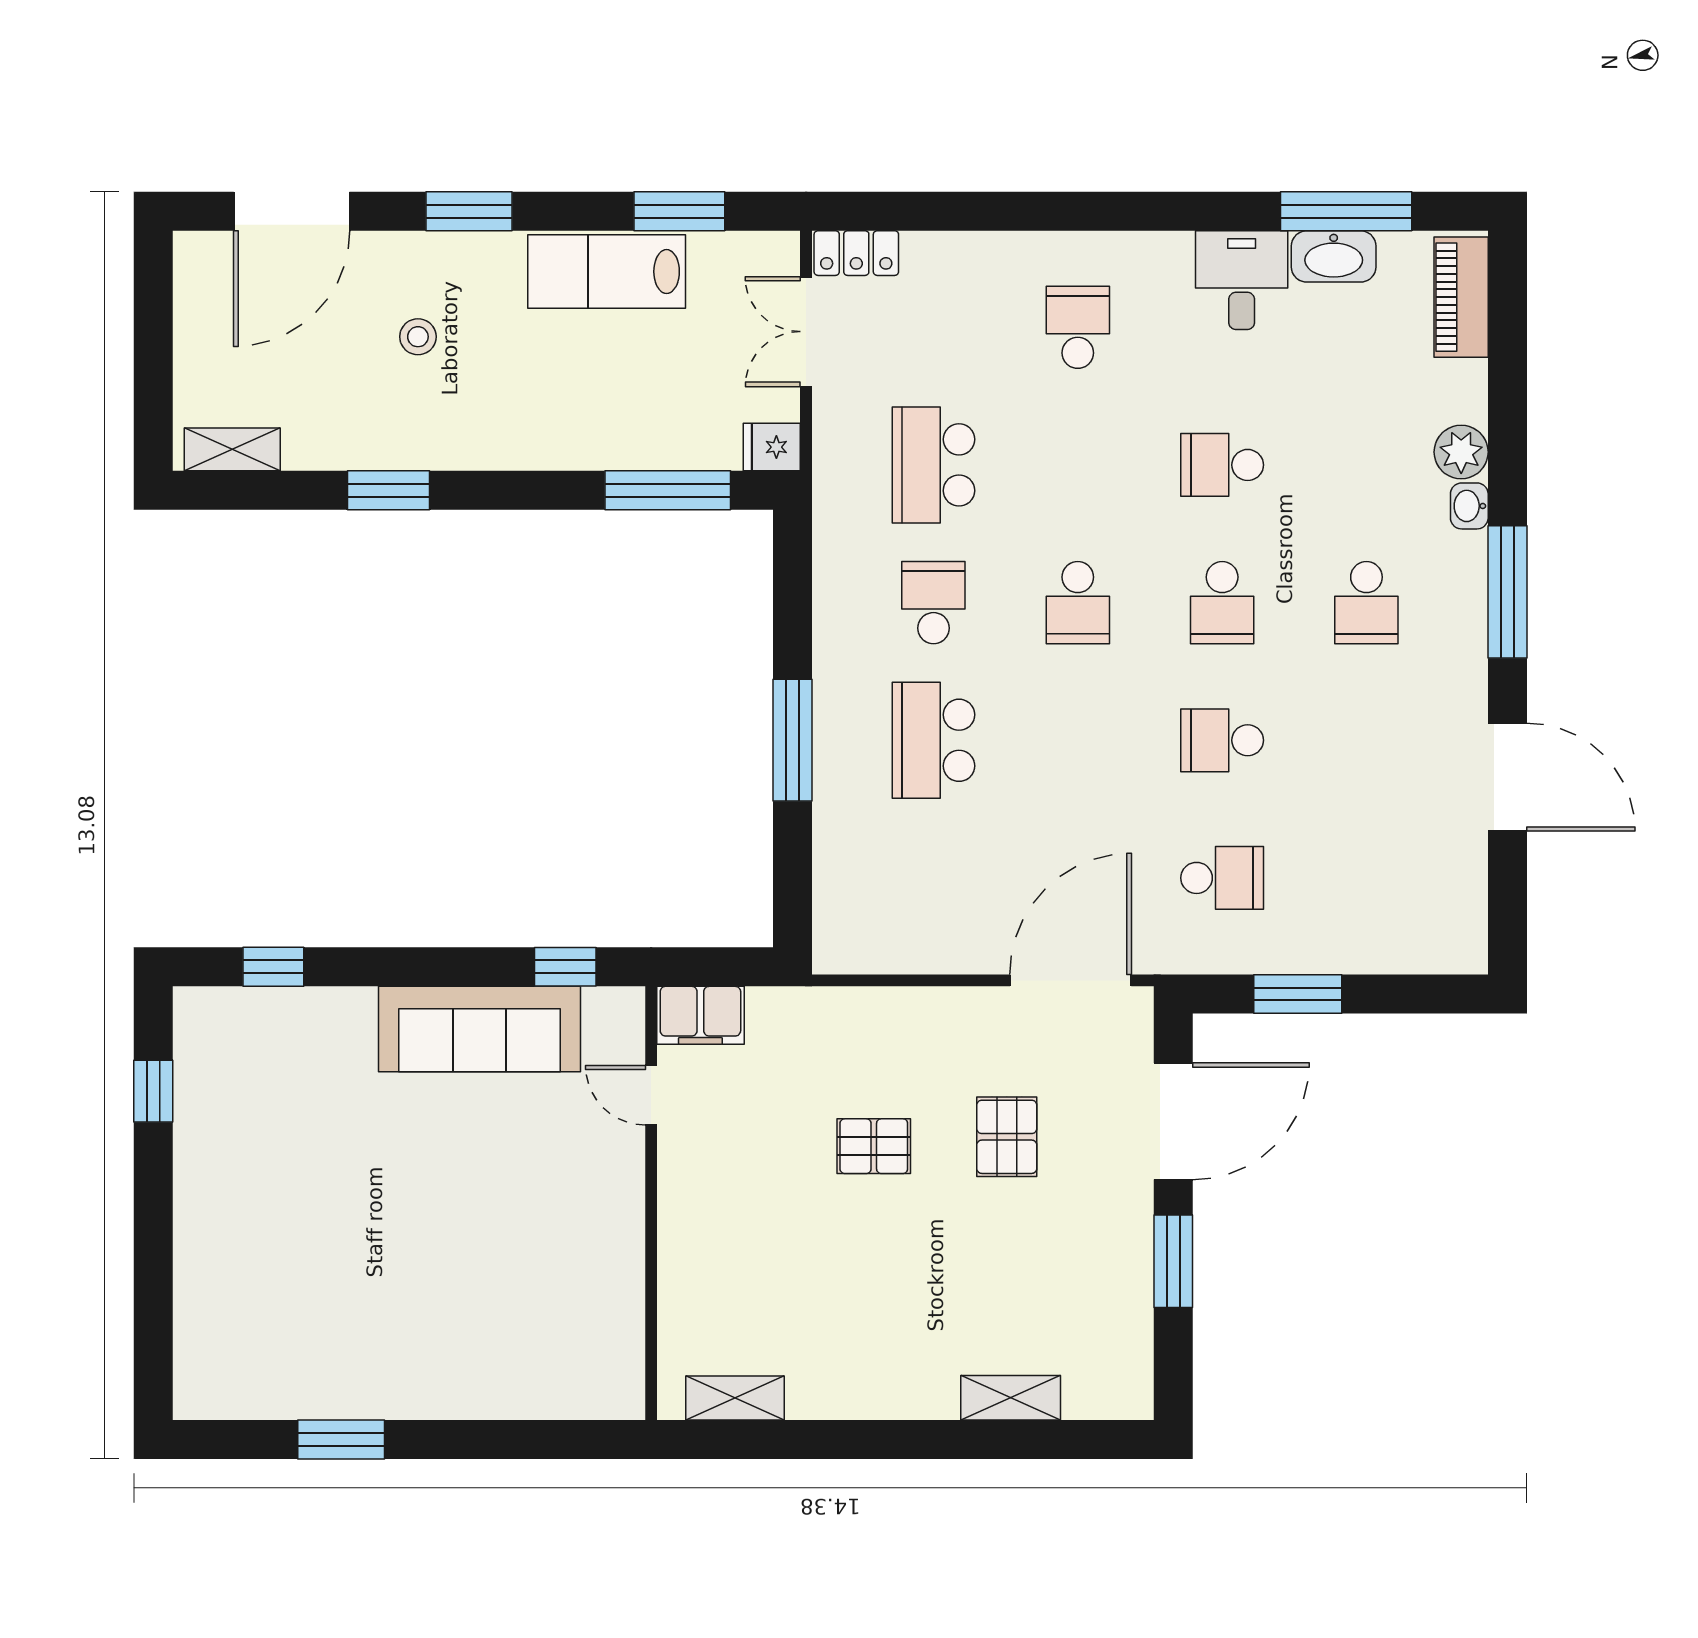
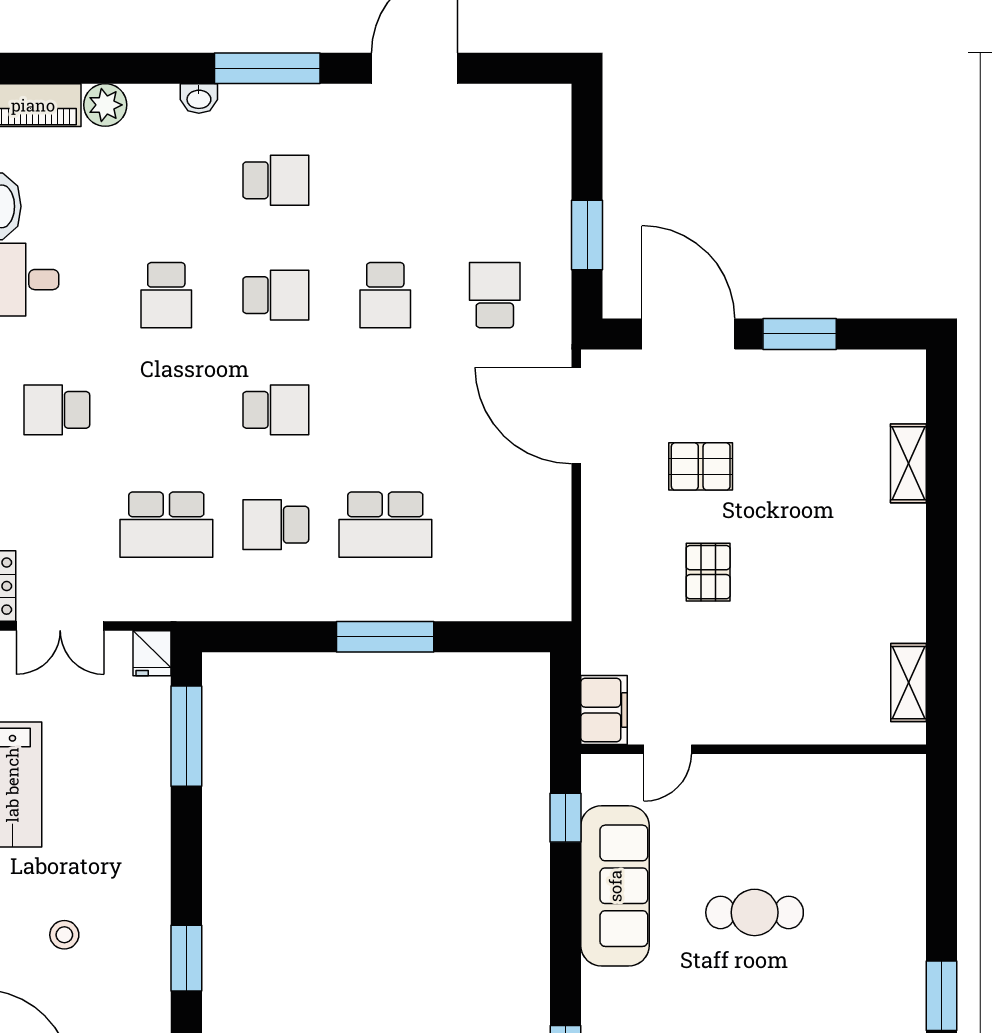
plant: (1461, 452) -> (105, 105), moved
cafe table: (446, 1205) -> (755, 912), added

